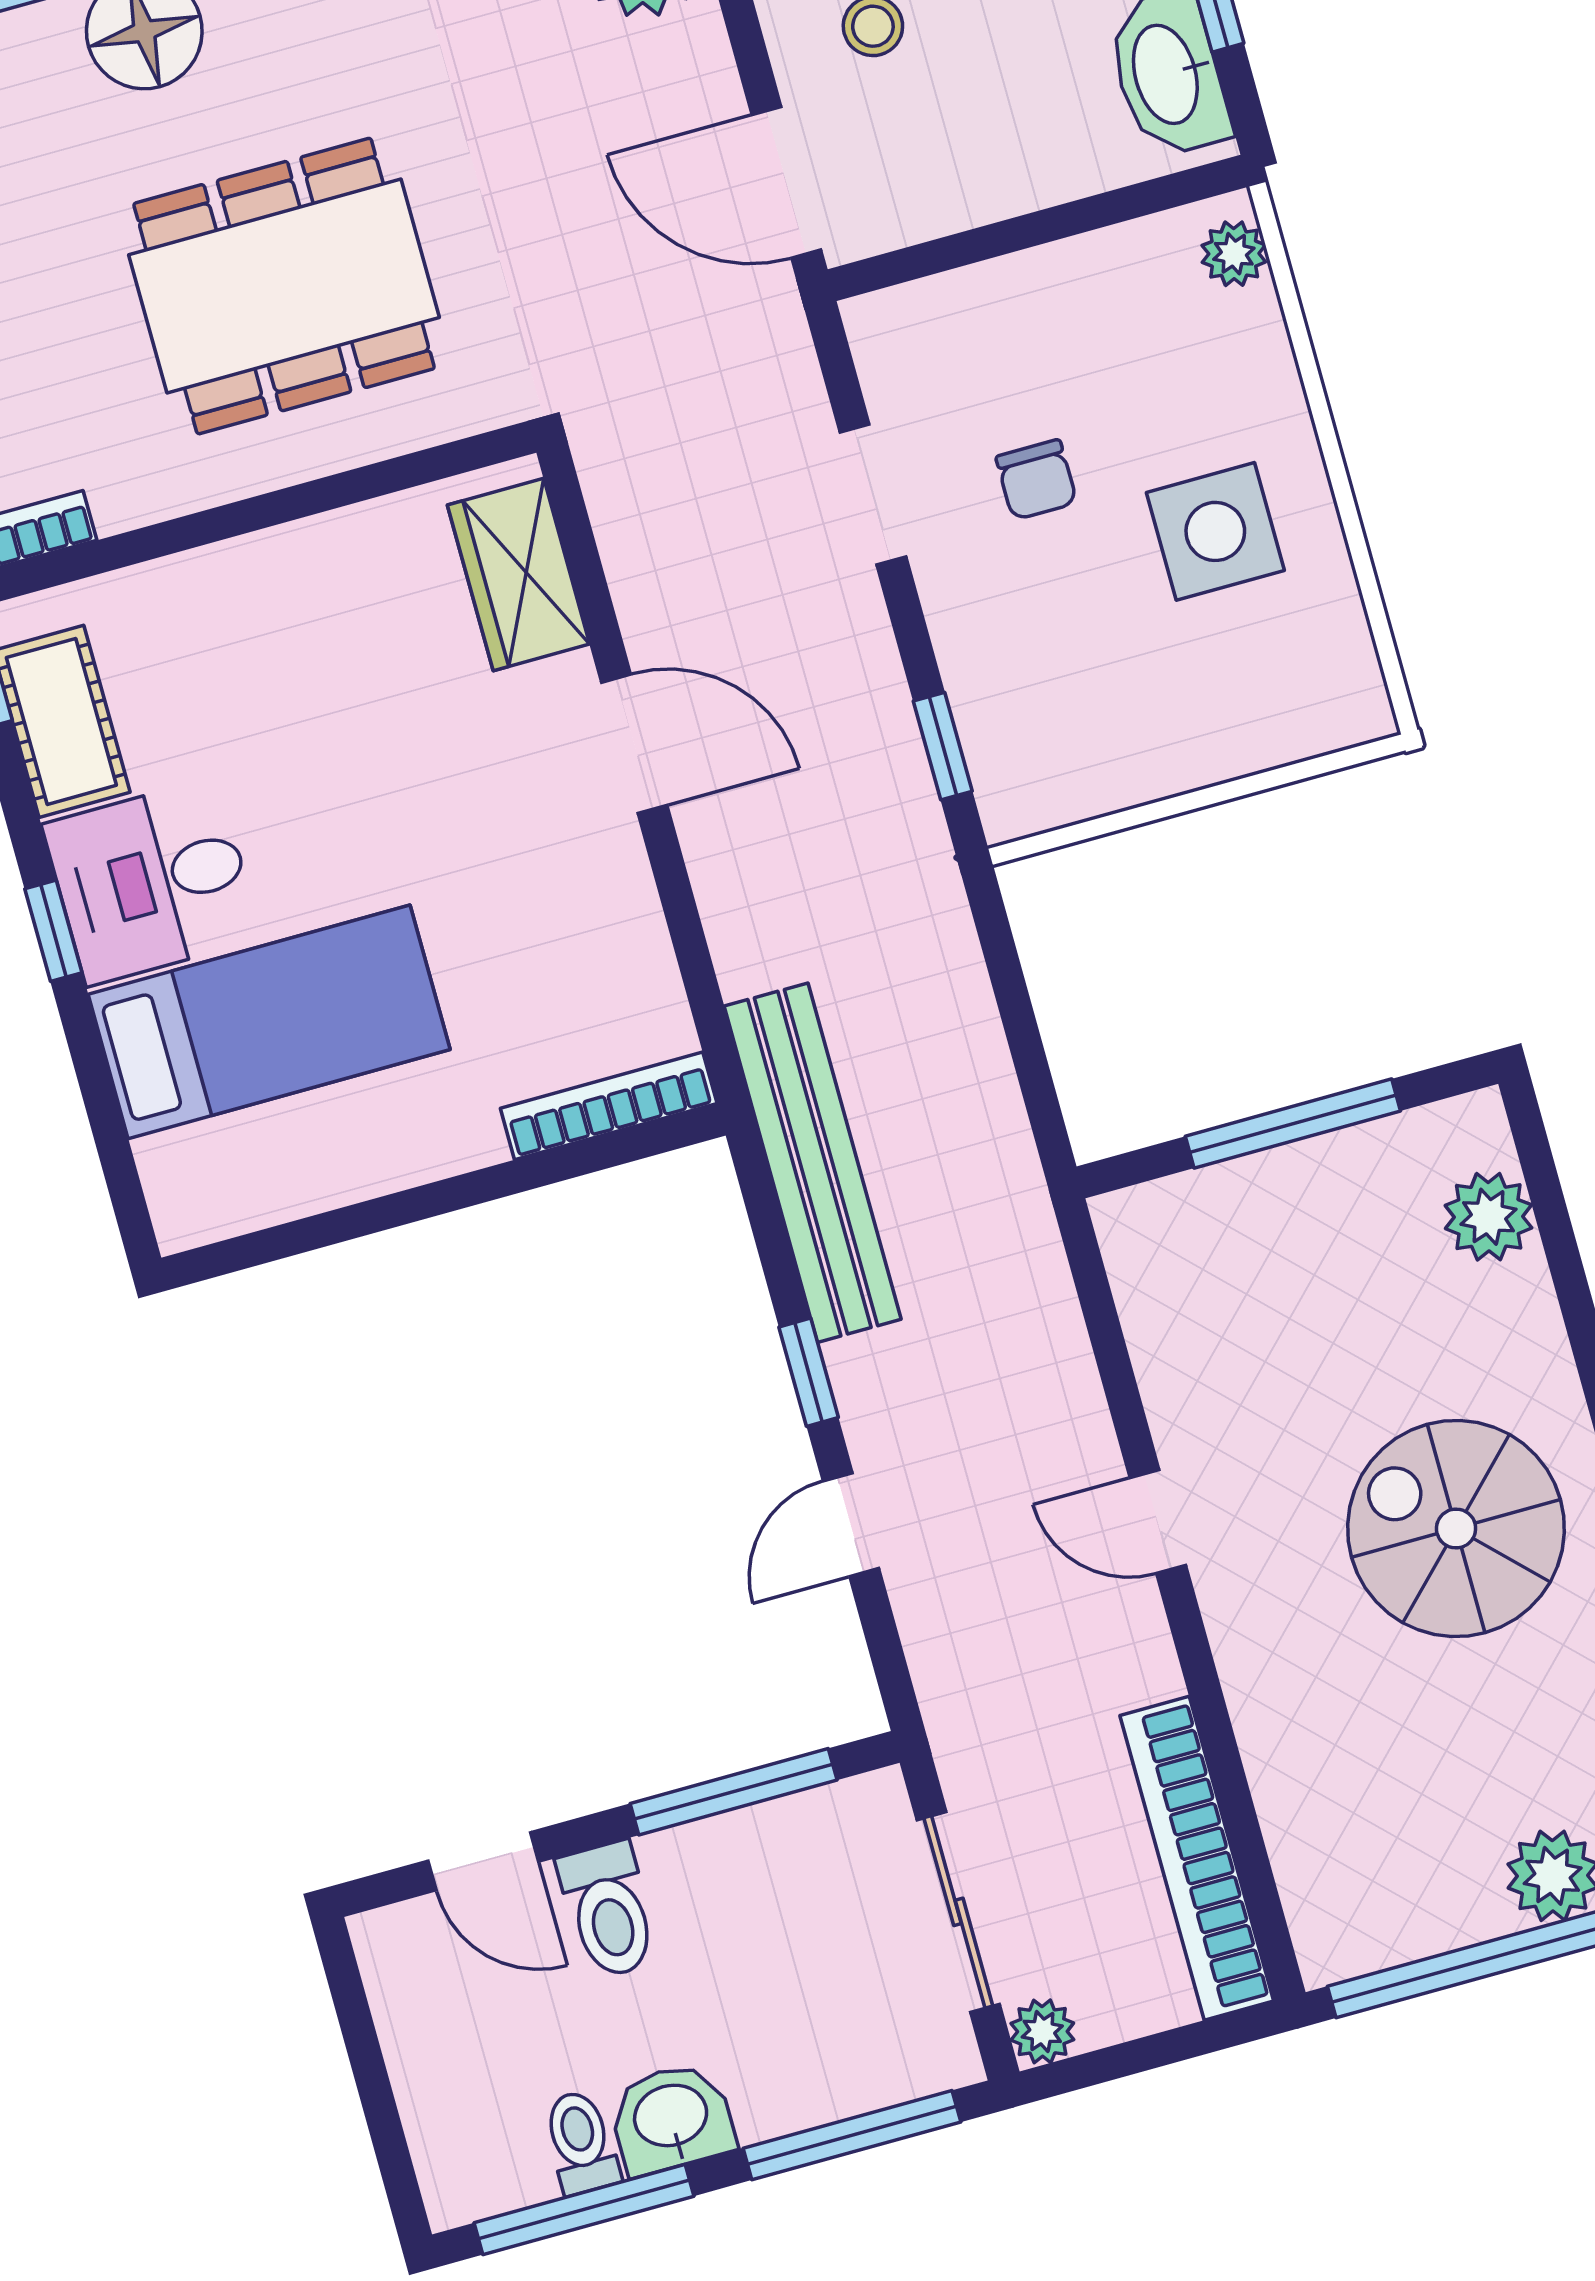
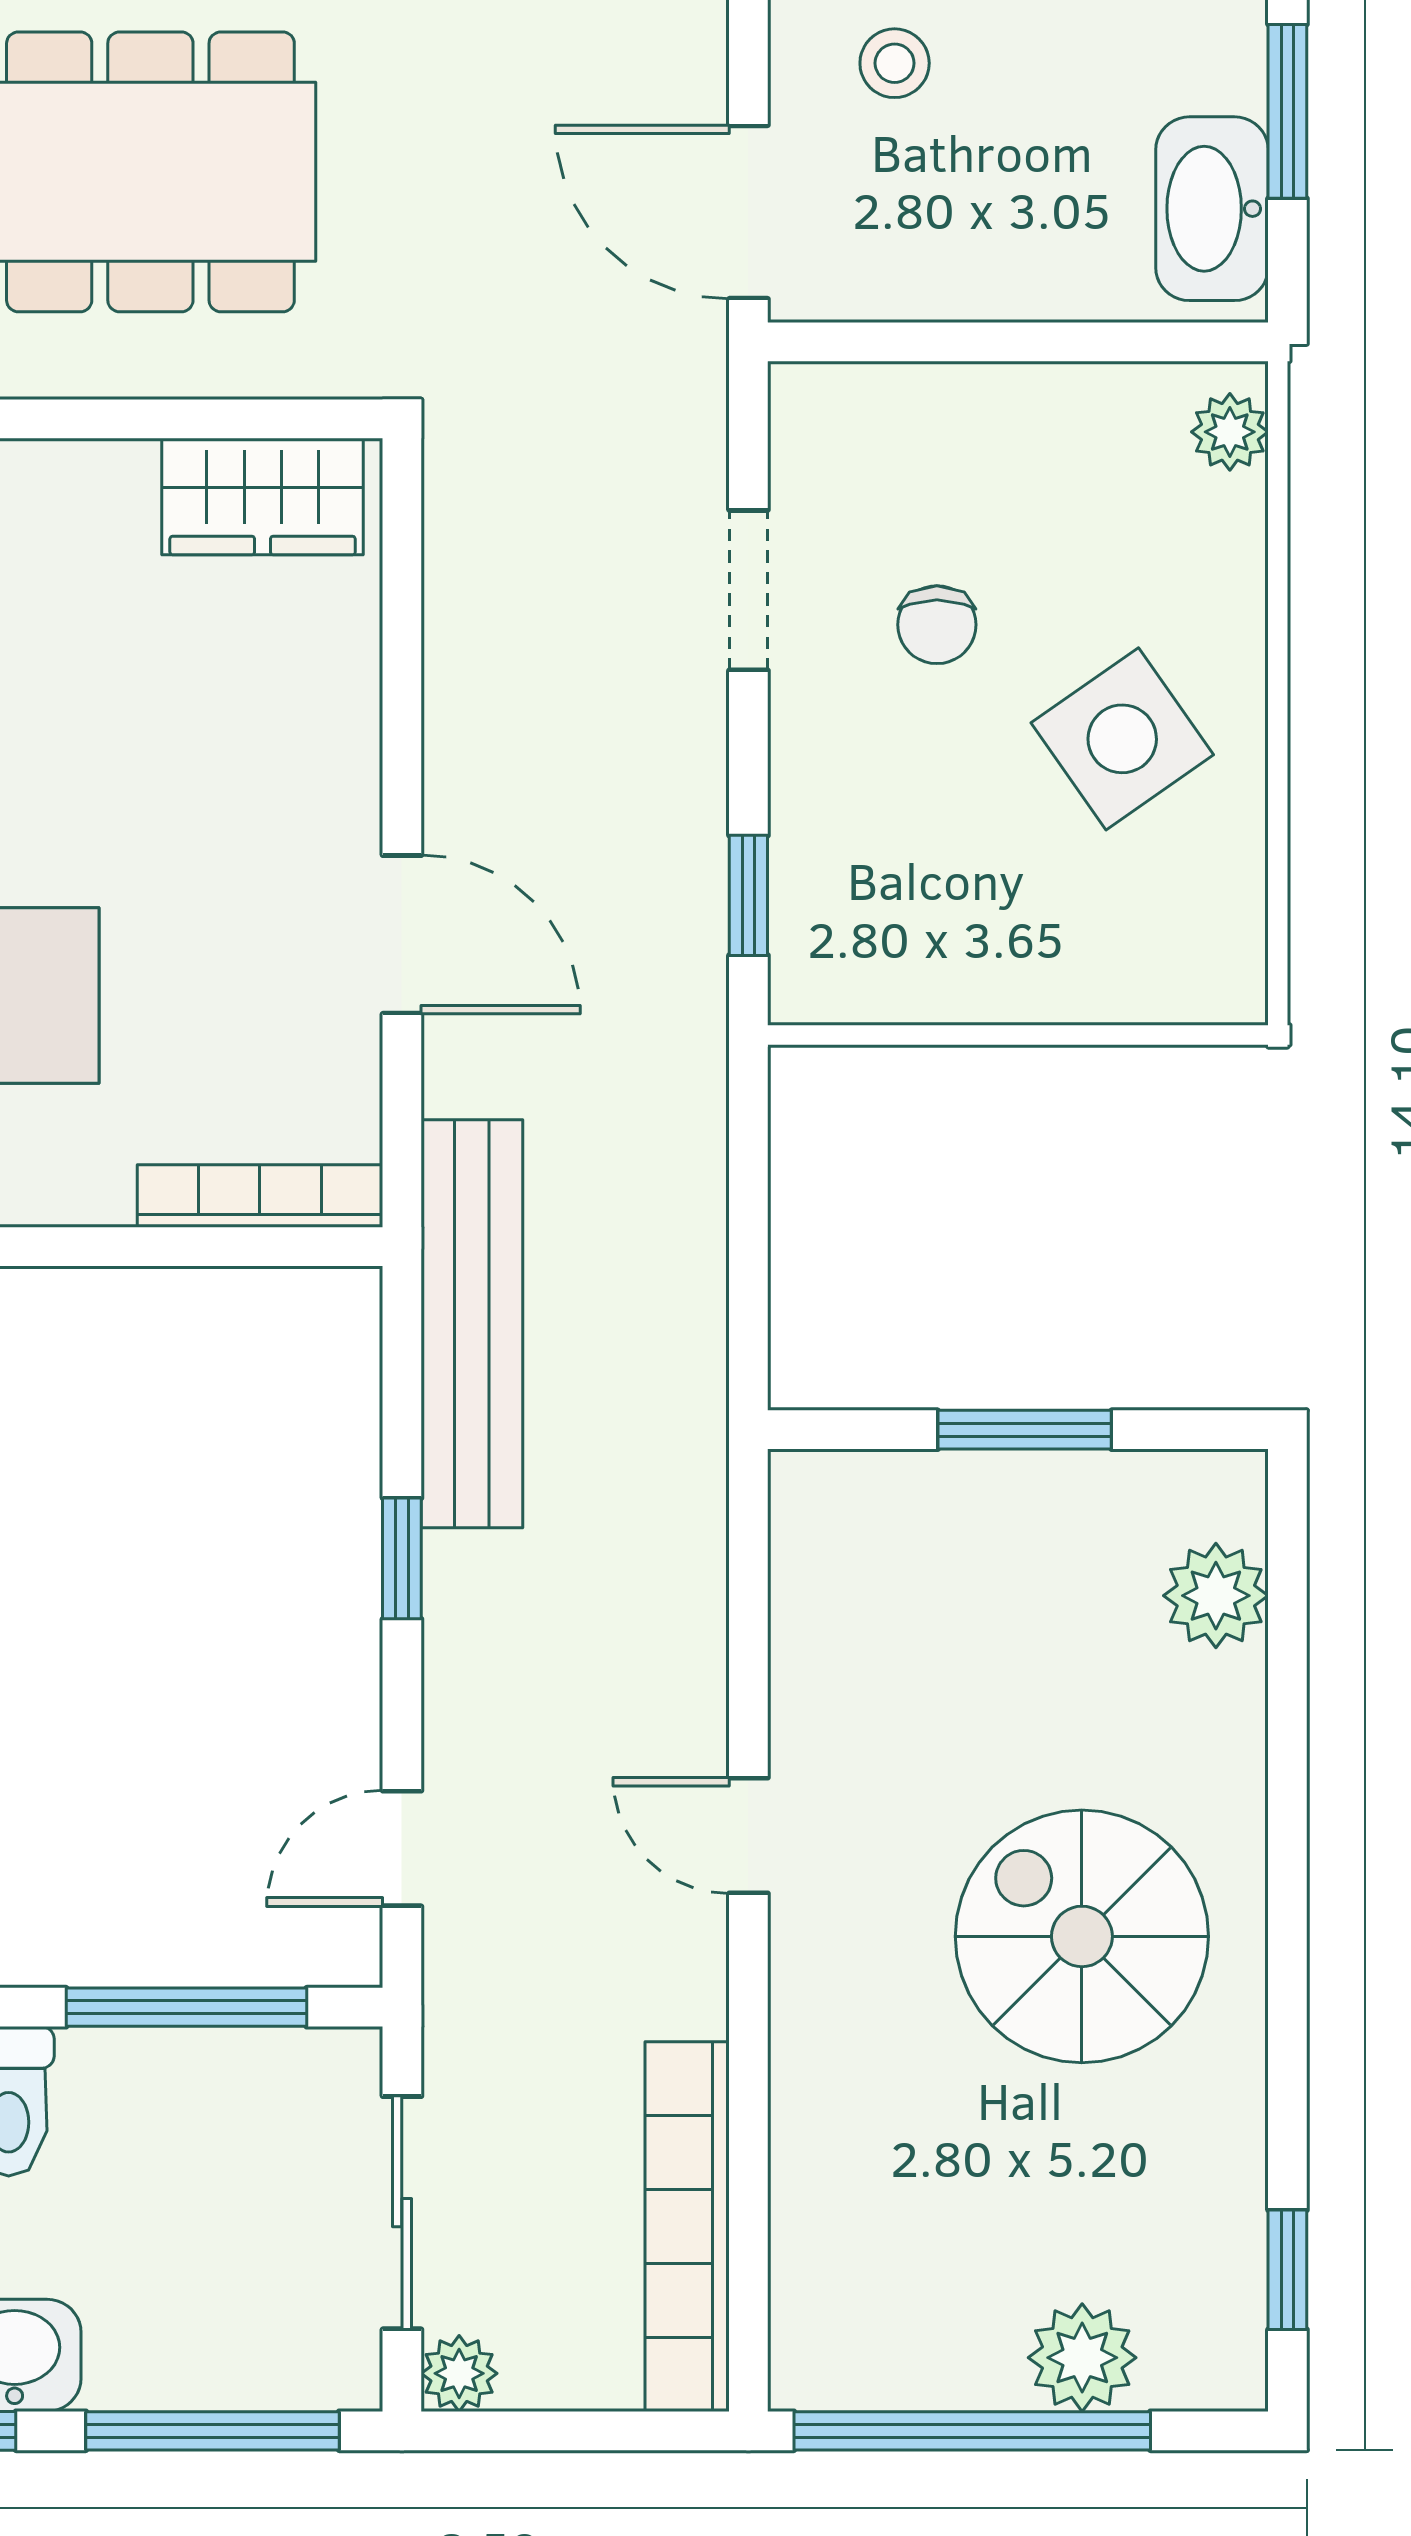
side table: (1215, 531) -> (1122, 739), turned -35
wardrobe: (518, 575) -> (263, 496), moved, turned -90
door: (634, 744) -> (402, 934), moved
window: (1293, 1124) -> (1025, 1430), width x0.69
door: (851, 1525) -> (402, 1848), moved

